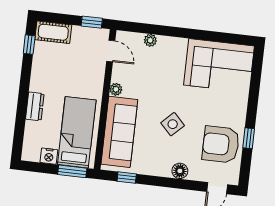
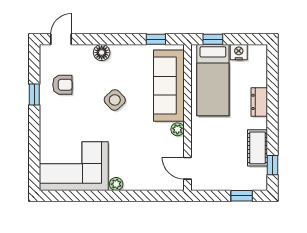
window: (92, 22) -> (242, 196), moved
cot: (53, 32) -> (257, 148), moved, turned 90
plant: (150, 40) -> (116, 184), moved
armchair: (221, 144) -> (62, 85), width x0.53, depth x0.53
window: (72, 171) -> (213, 39), width x0.67

